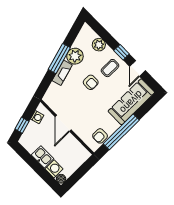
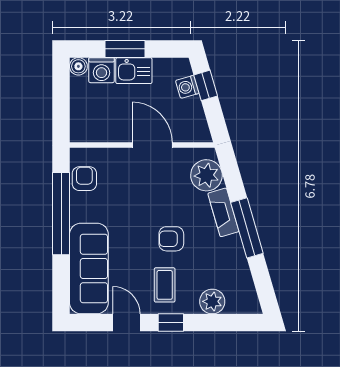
plant: (75, 56) -> (206, 175), moved
washing machine: (37, 117) -> (187, 87), moved
window: (38, 168) -> (125, 49), added

